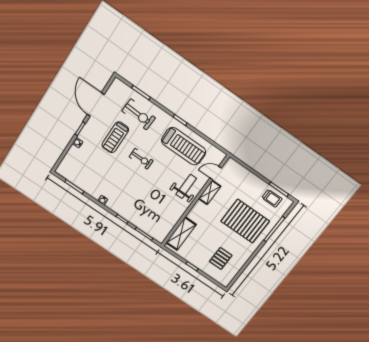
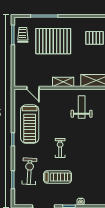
treadmill: (184, 146) -> (30, 124), turned 180
weight bench: (186, 186) -> (82, 107), moved, turned 90
shelving: (210, 192) -> (63, 82), moved
pallet: (245, 221) -> (53, 41), turned 90

